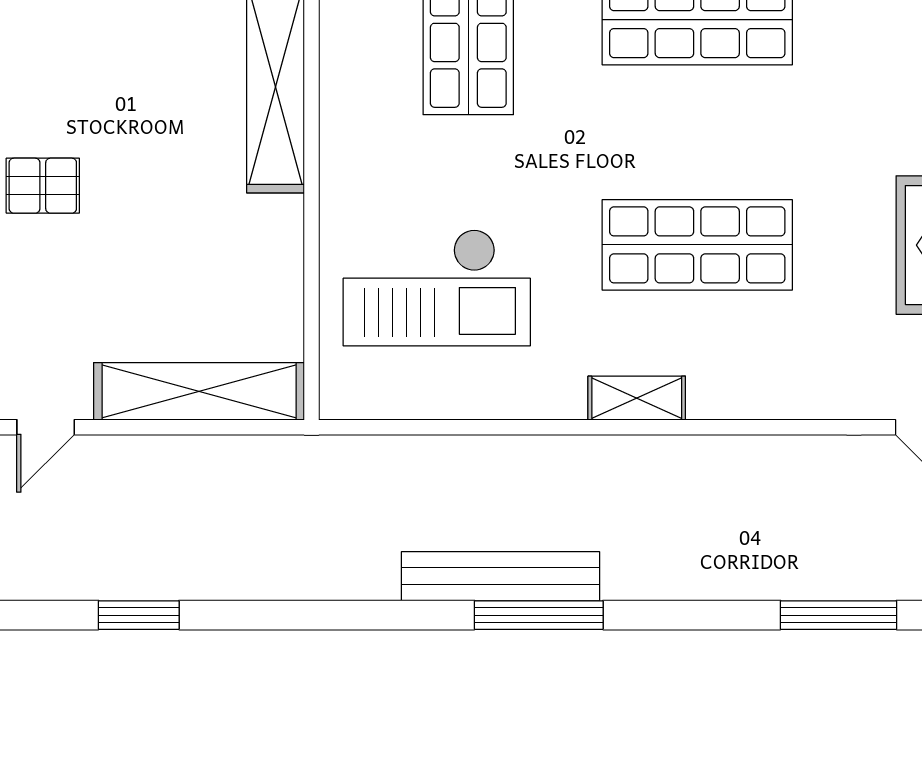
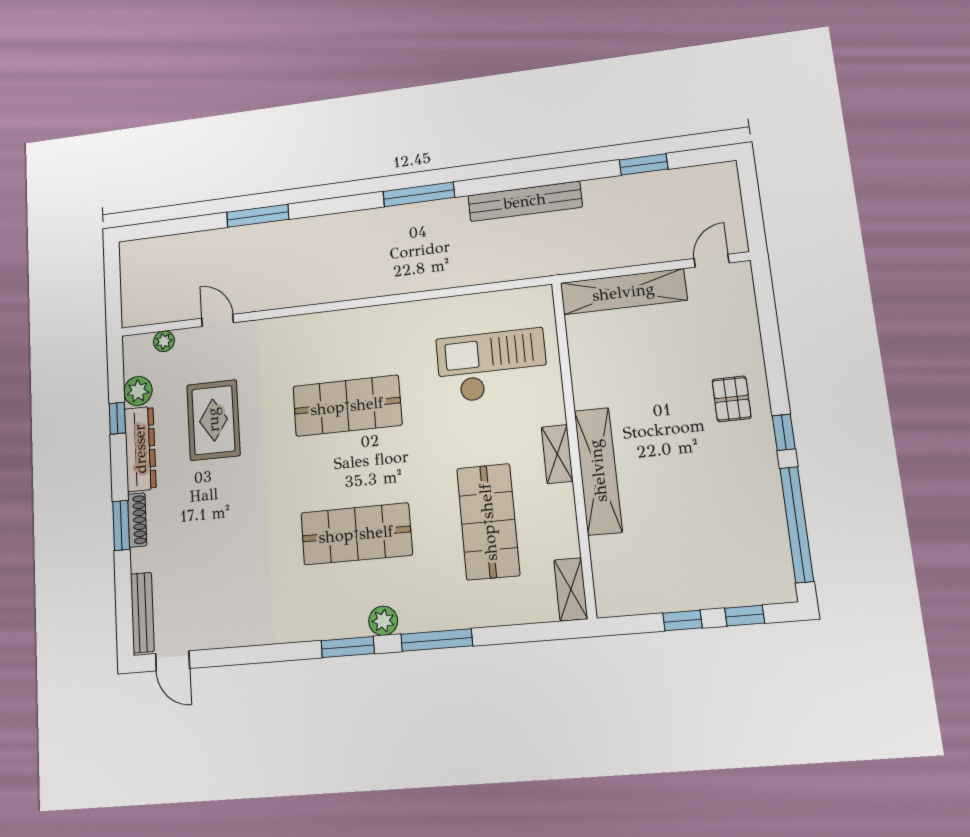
pallet: (43, 186) -> (732, 399), turned 90
shelving: (637, 398) -> (557, 454), moved, turned 90
bench: (500, 576) -> (525, 201), moved

